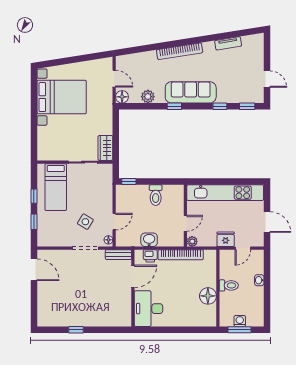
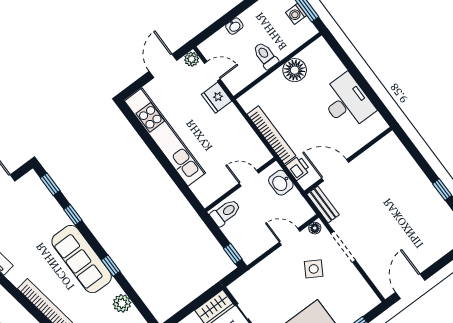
wall: (185, 216) -> (240, 184), moved
door: (185, 223) -> (249, 178), moved
plant: (192, 241) -> (192, 59), moved
desk: (149, 309) -> (347, 102), moved, turned -90

